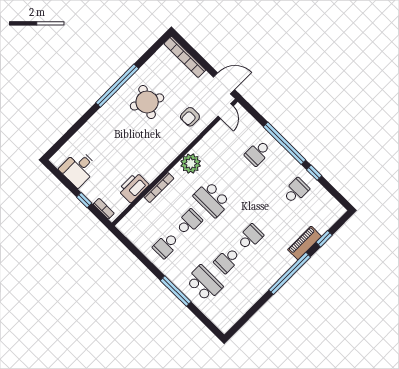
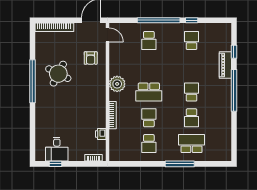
printer: (133, 187) -> (101, 134), width x0.53, depth x0.68
window: (84, 200) -> (55, 164), moved

